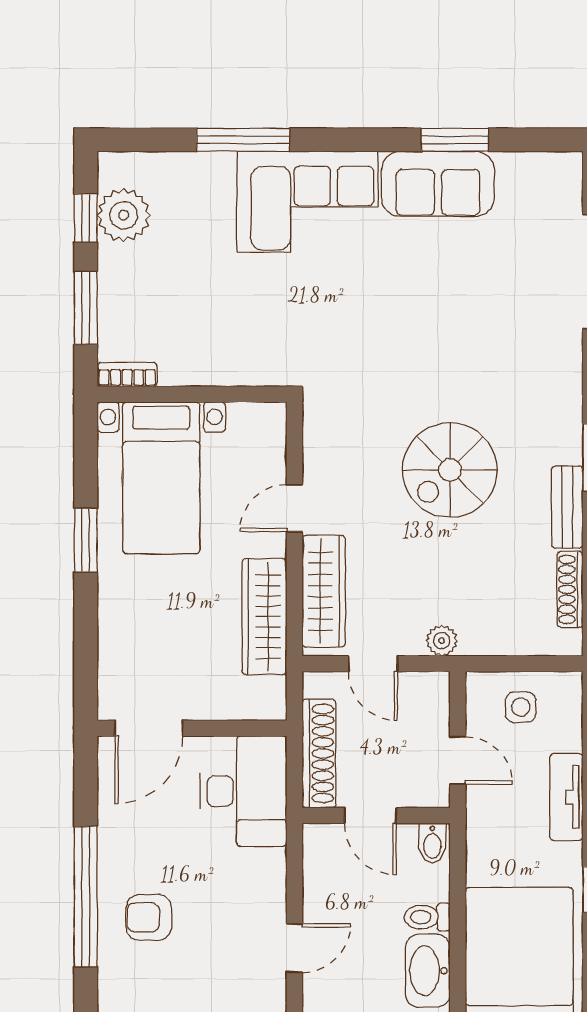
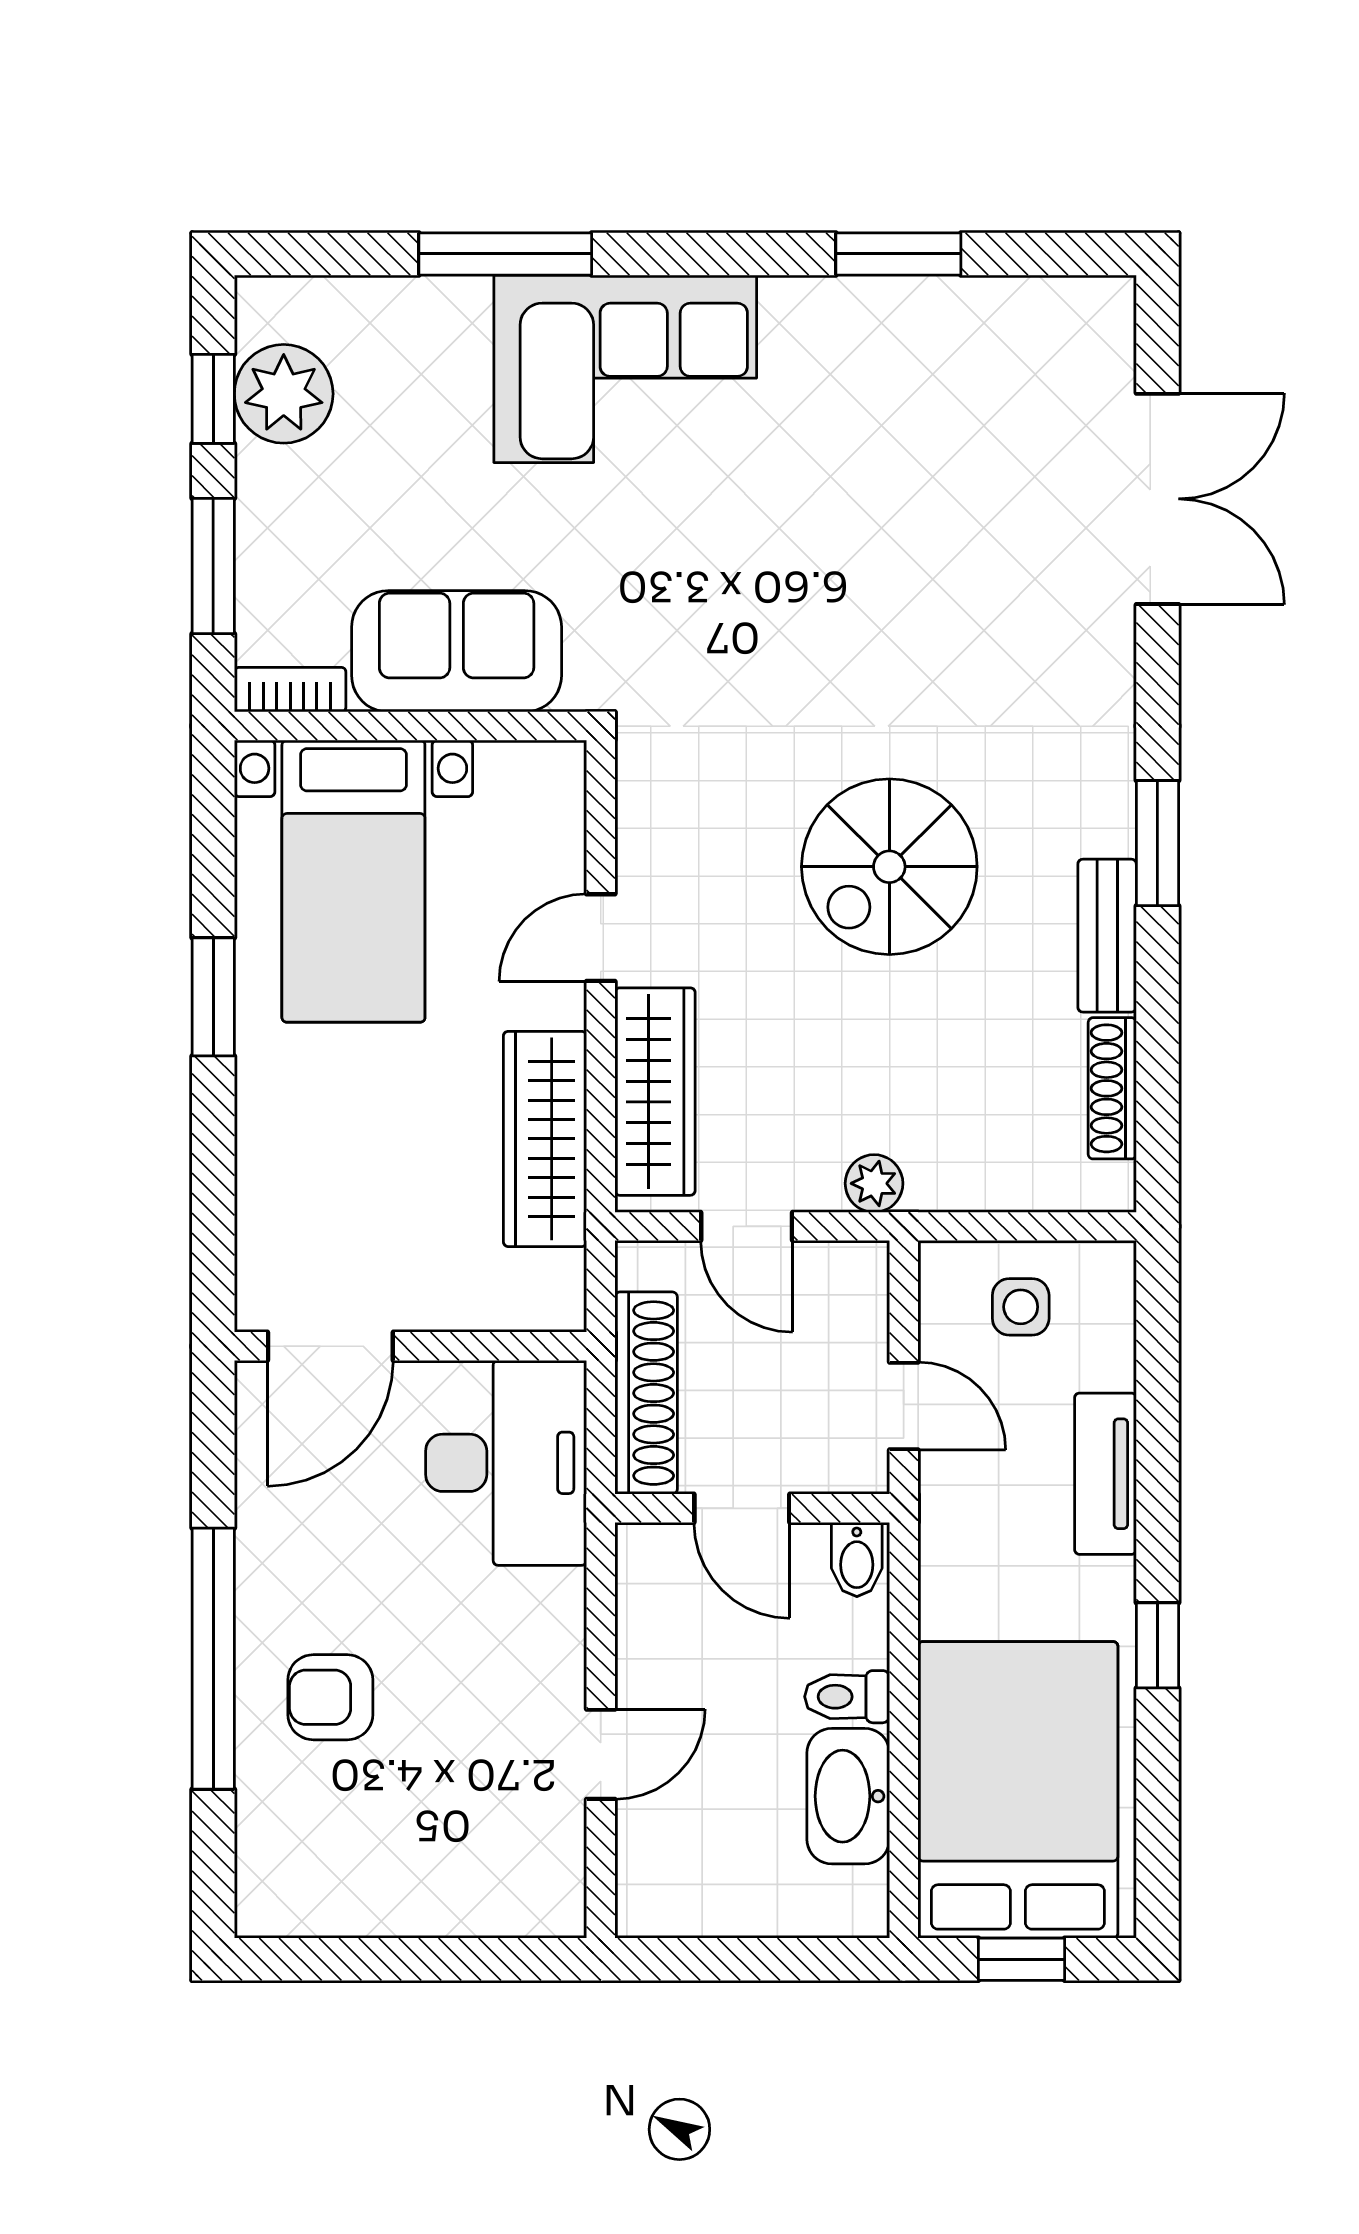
sofa: (438, 184) -> (457, 651), moved, turned 180

